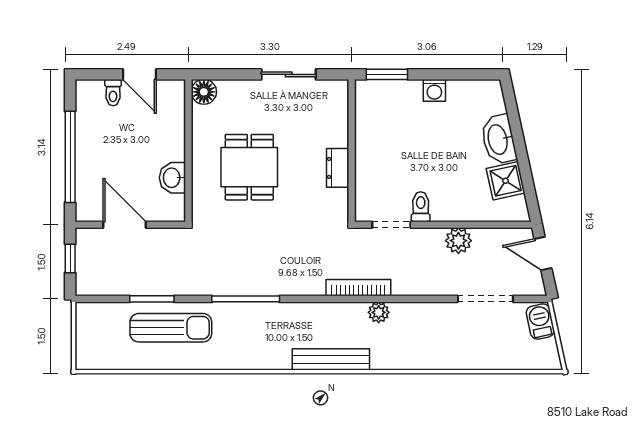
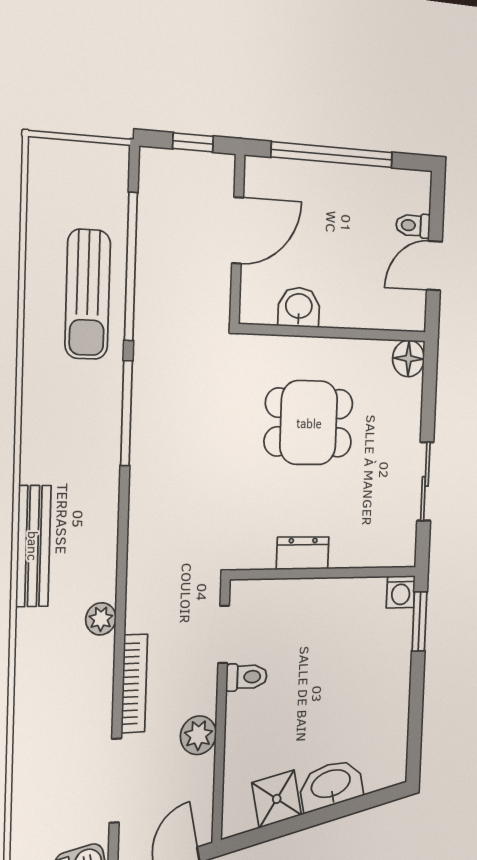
washing machine: (434, 90) -> (401, 592), moved, turned -90
bookcase: (358, 288) -> (134, 684), moved
window: (152, 299) -> (131, 267), width x2.11

